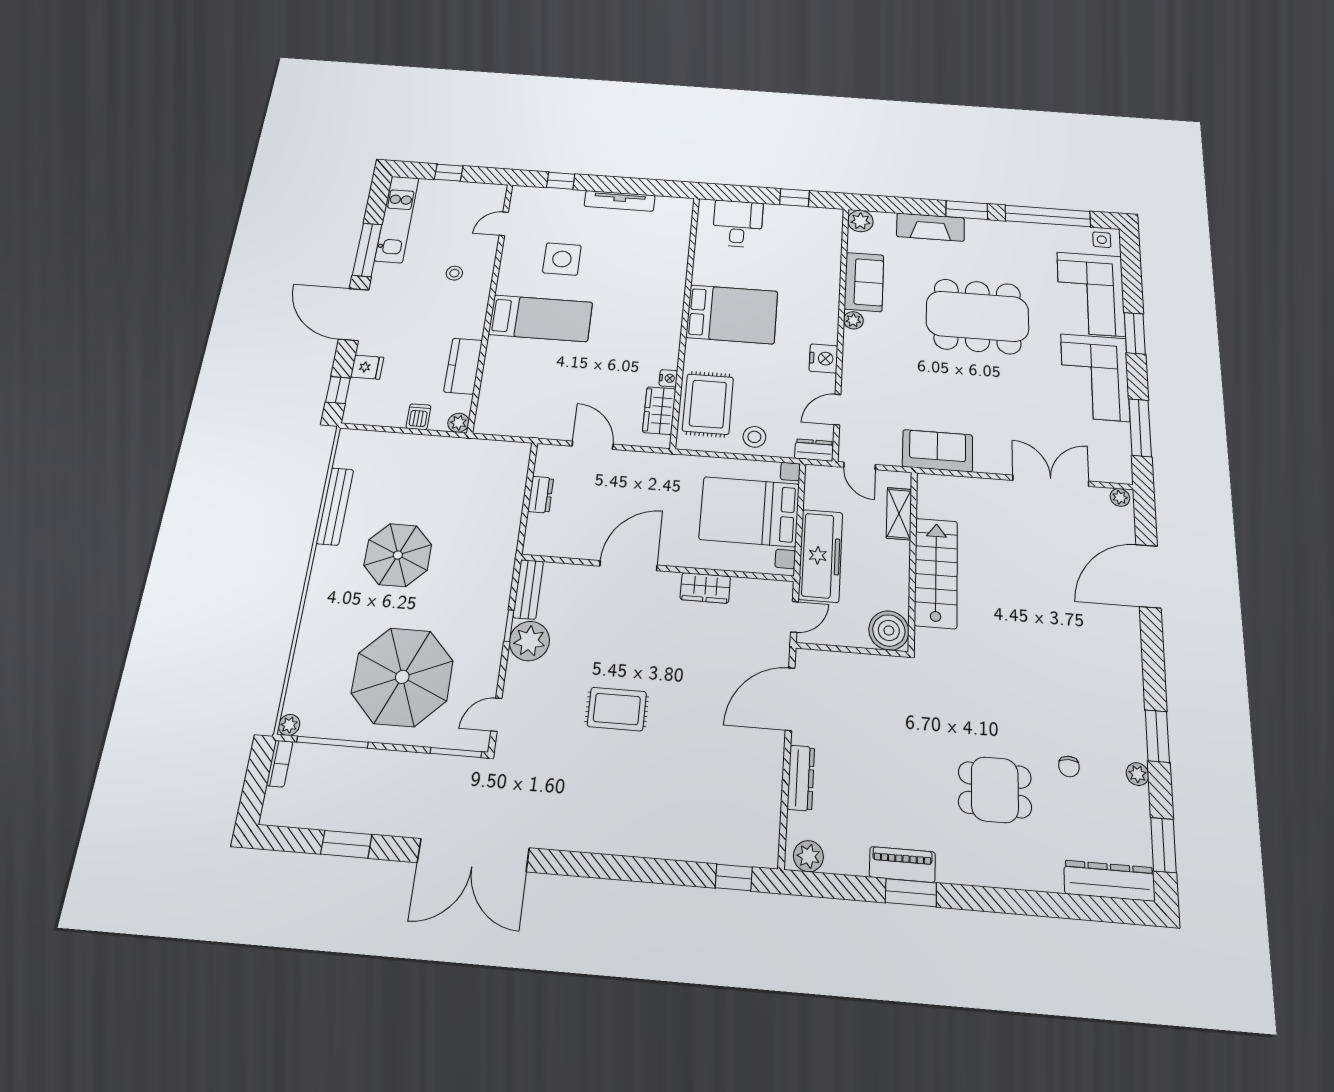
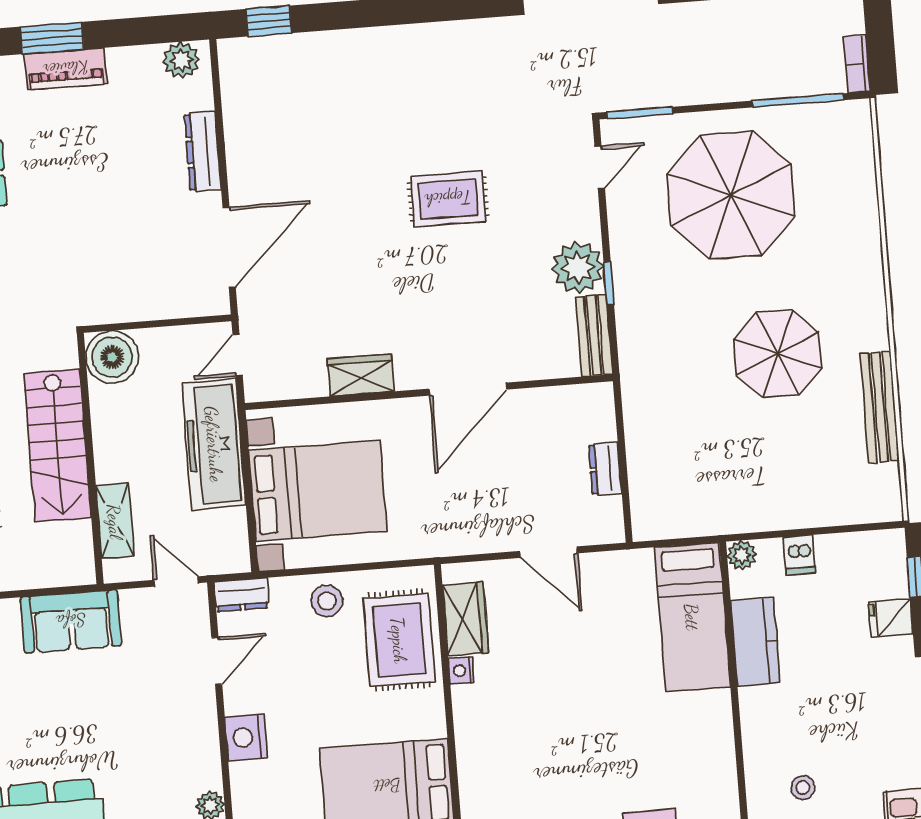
bed: (541, 318) -> (692, 617), moved, turned -90
plant: (289, 725) -> (859, 112), removed

